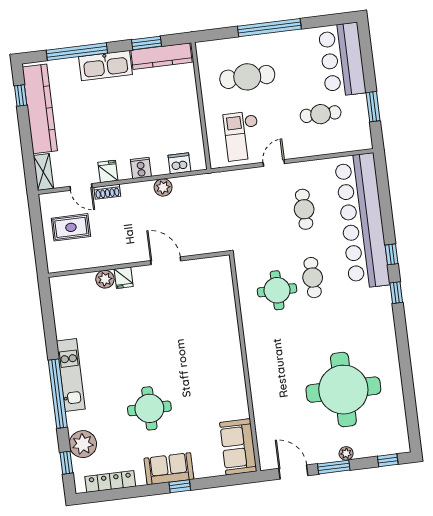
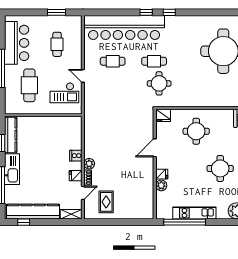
bar counter: (342, 60) -> (17, 43), moved, turned -90
dishwasher: (179, 163) -> (76, 132), removed
plant: (163, 187) -> (89, 164), moved
door: (166, 261) -> (155, 148), moved
wall: (139, 264) -> (155, 164), moved
fridge: (124, 278) -> (162, 174), moved
plant: (105, 279) -> (161, 185), moved
fridge: (225, 303) -> (163, 115), added
round table: (206, 361) -> (196, 131), added
window: (58, 394) -> (185, 222), moved

